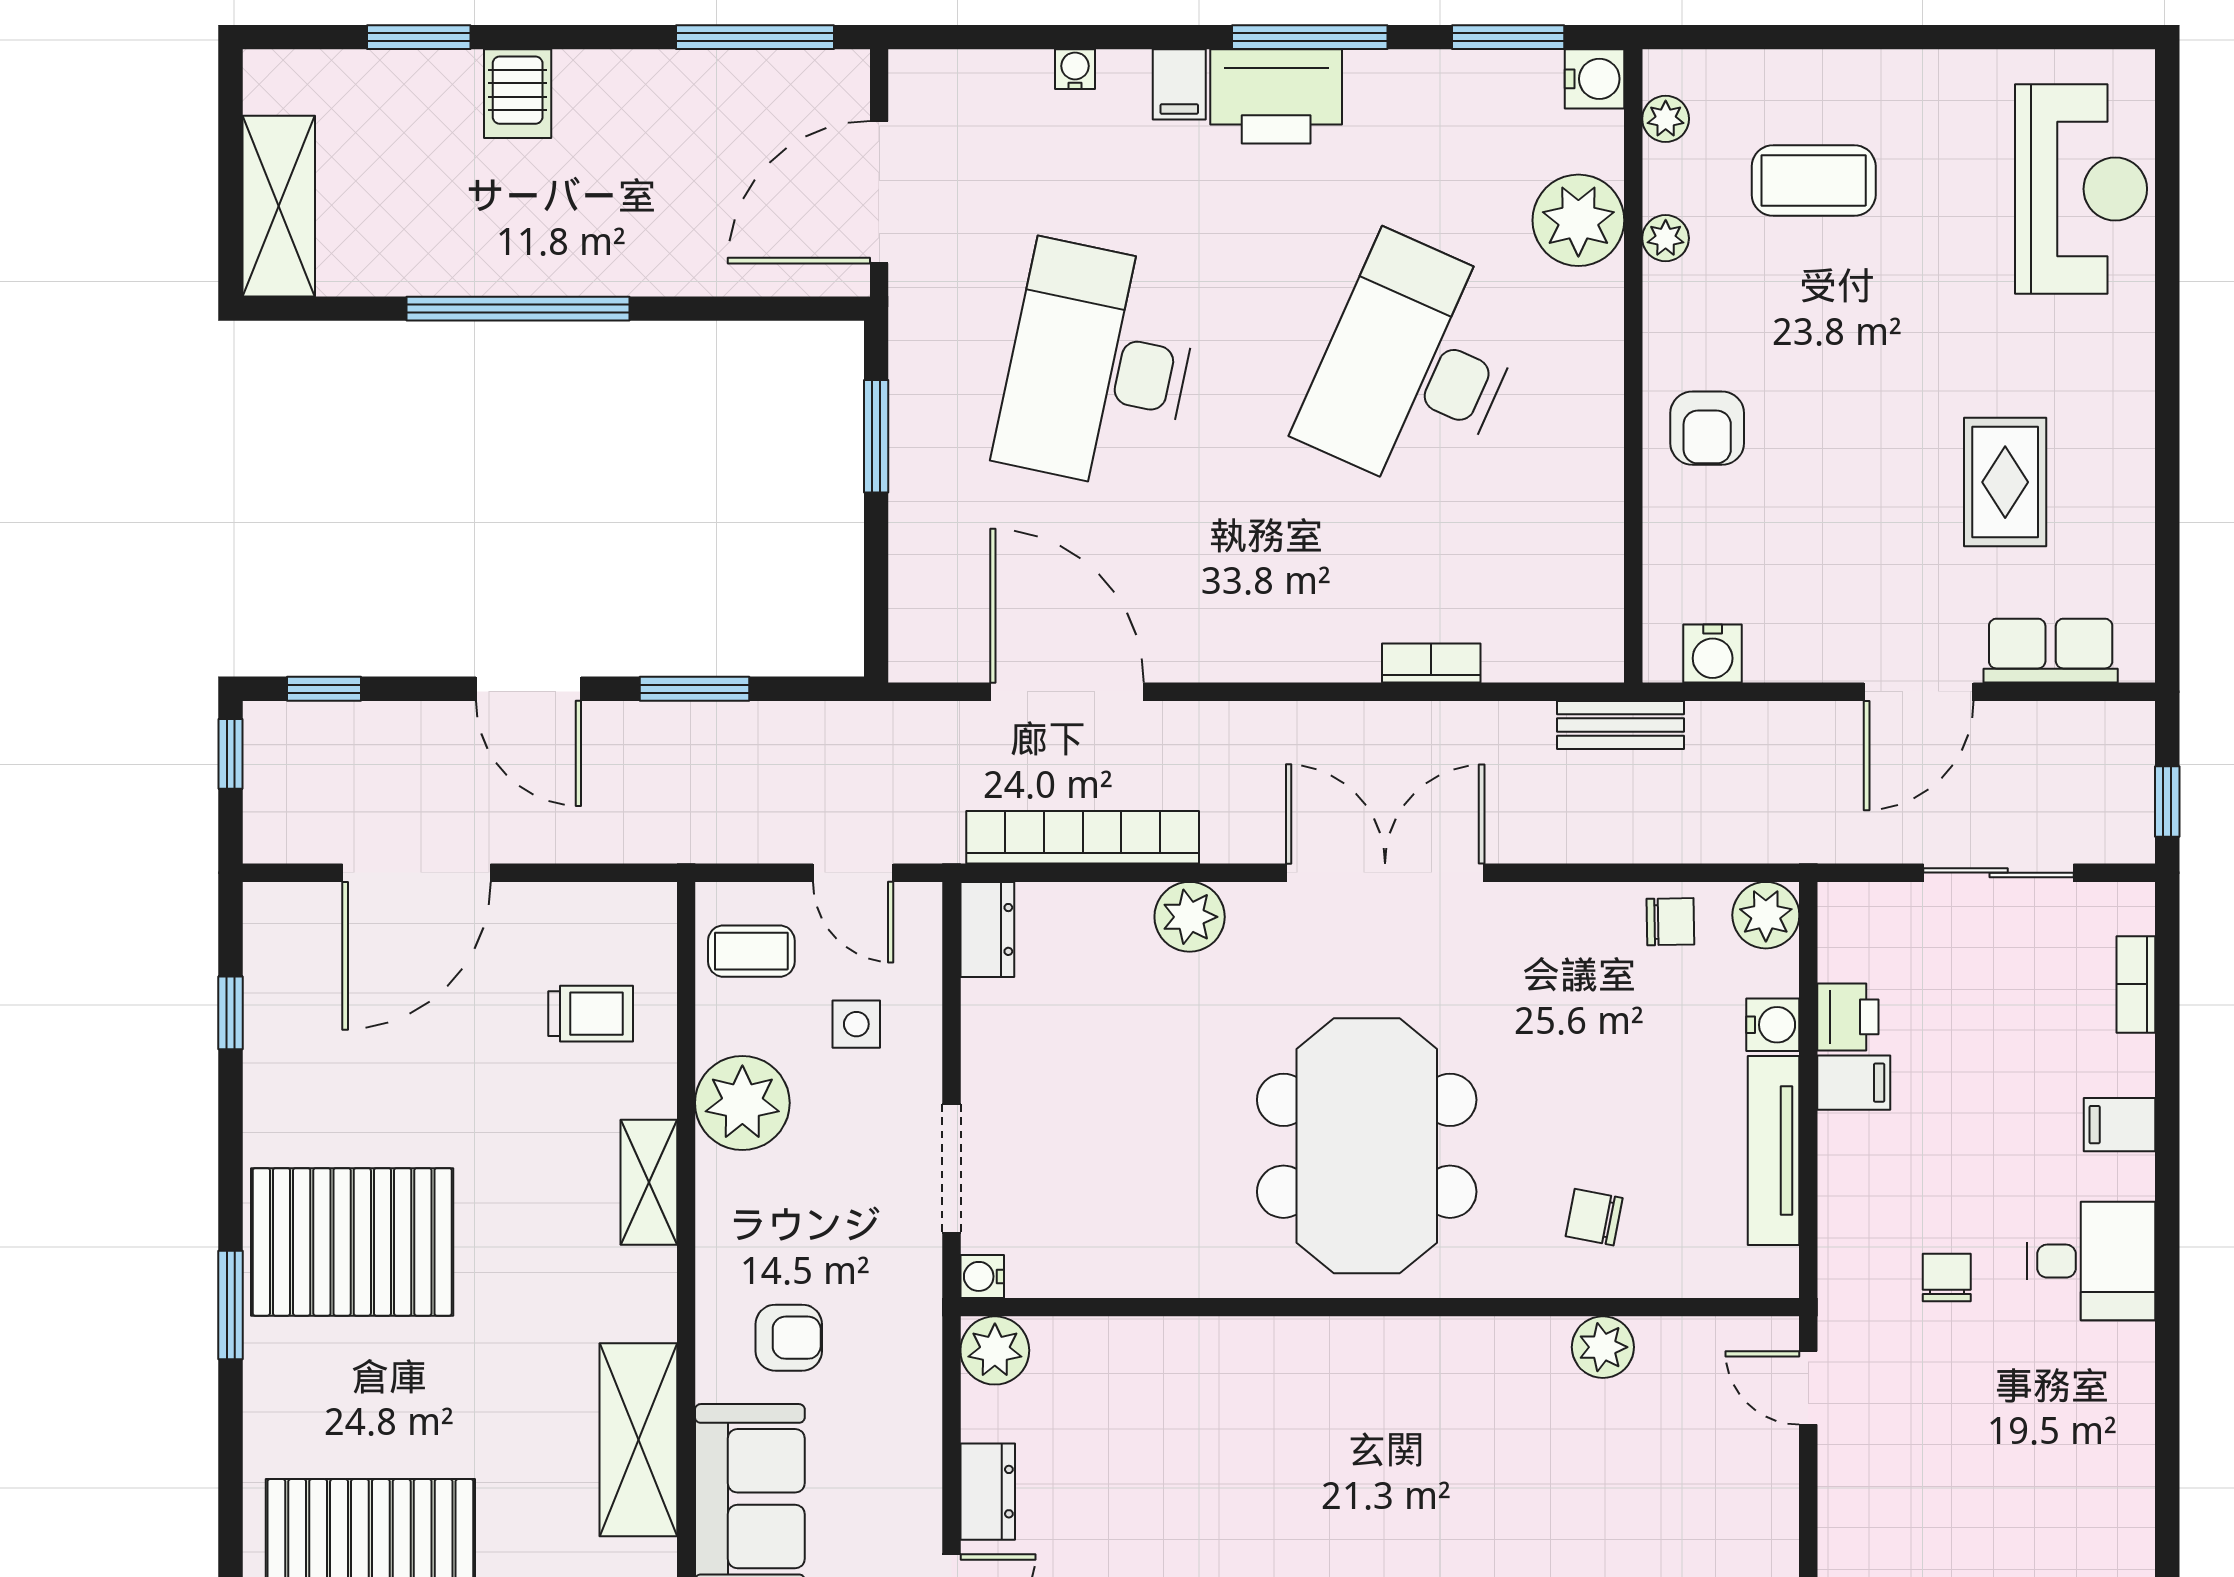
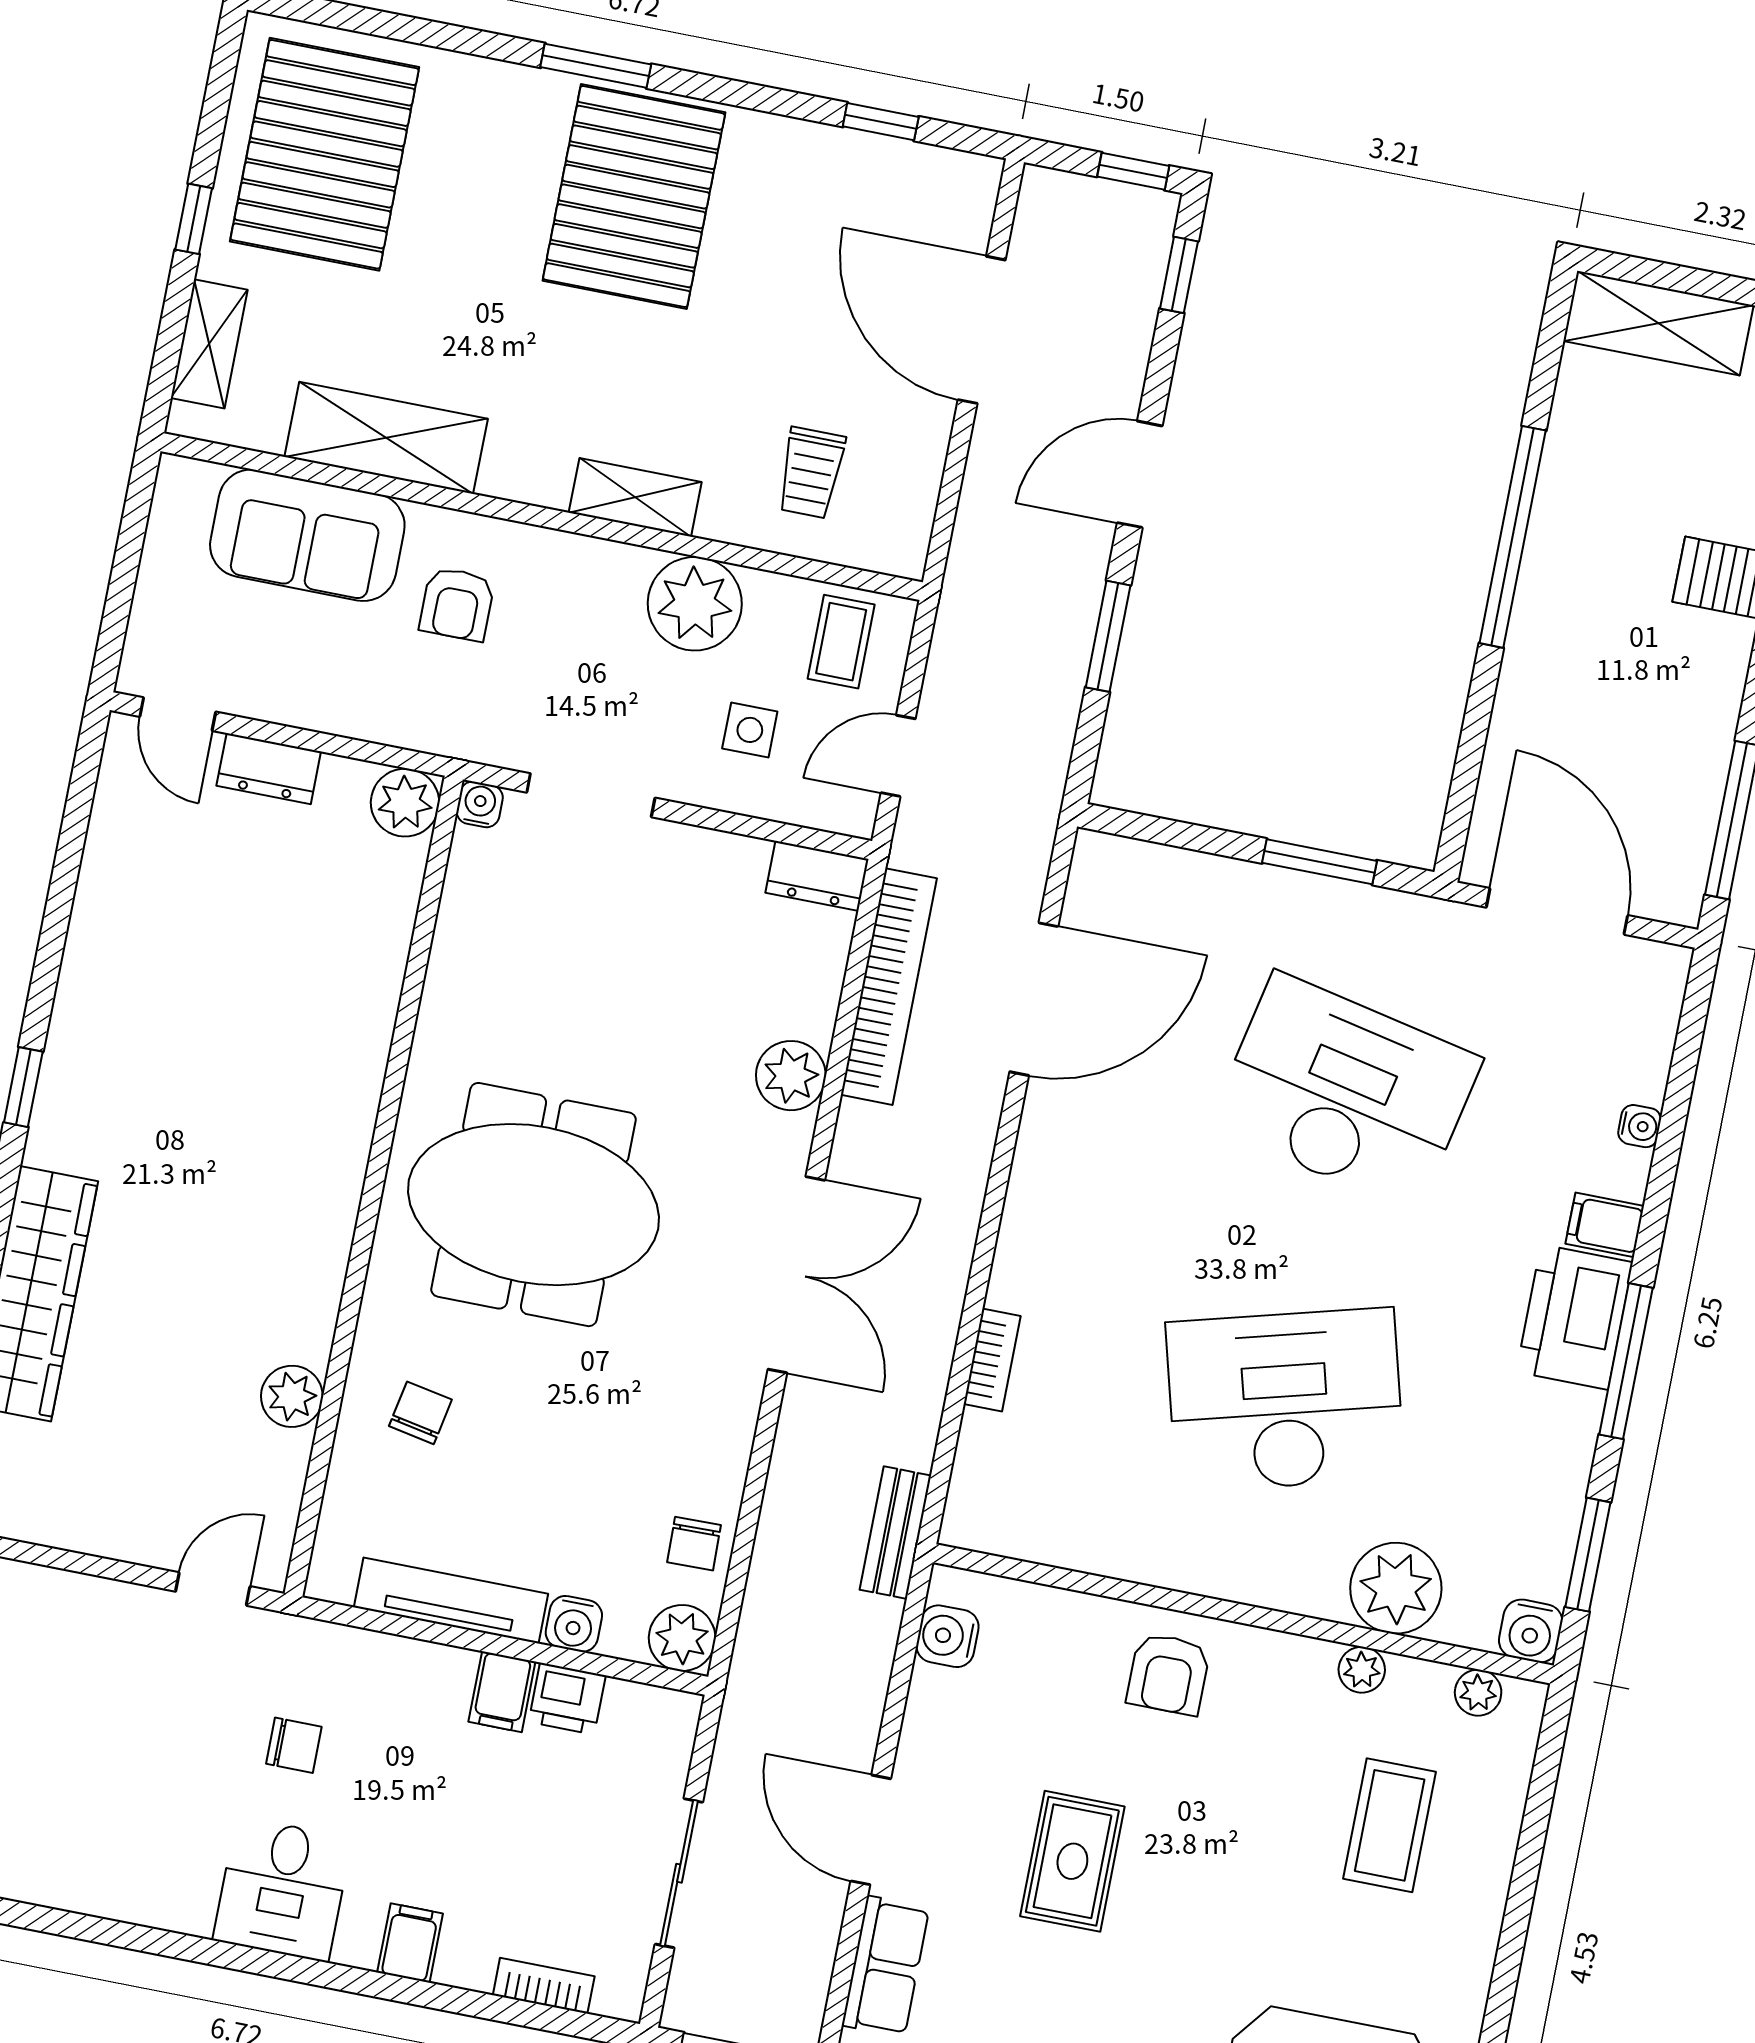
desk: (1414, 366) -> (1285, 1400), turned -39
armchair: (1707, 428) -> (1168, 1674), turned -90
rug: (2005, 482) -> (1072, 1861), moved, turned 90

